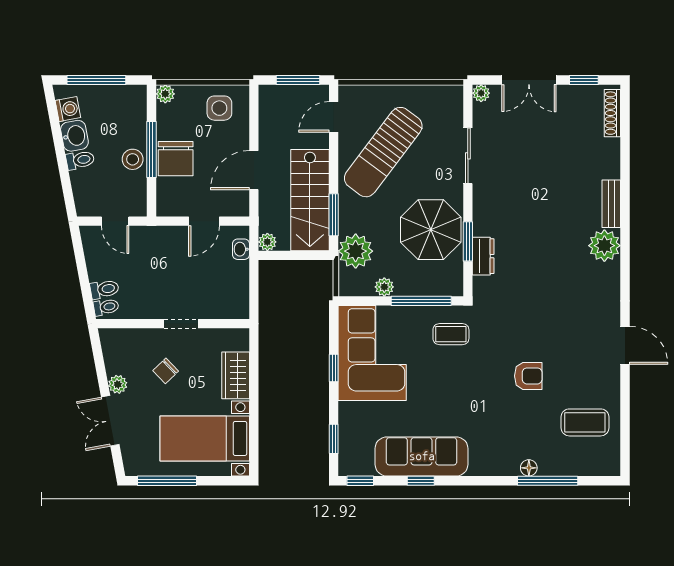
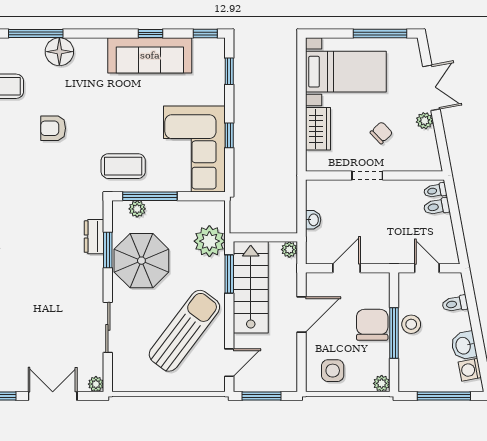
toilet: (80, 160) -> (455, 304), moved
washbasin: (241, 249) -> (313, 220), moved
plant: (384, 287) -> (137, 209), moved
coffee table: (451, 334) -> (123, 166), width x1.36, depth x1.30
floor lamp: (529, 468) -> (59, 52), width x1.89, depth x1.89

